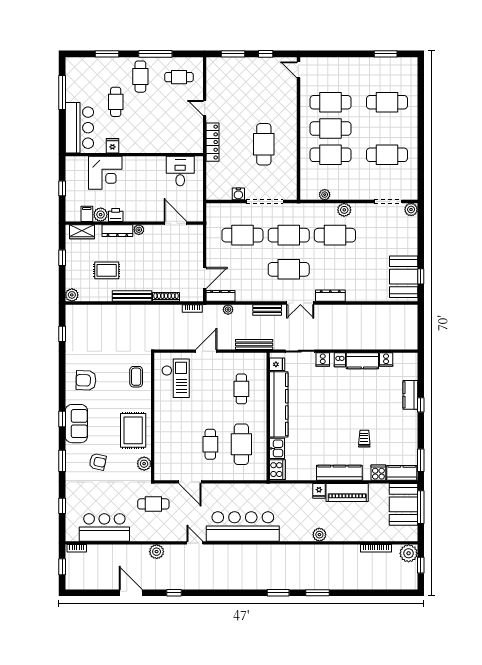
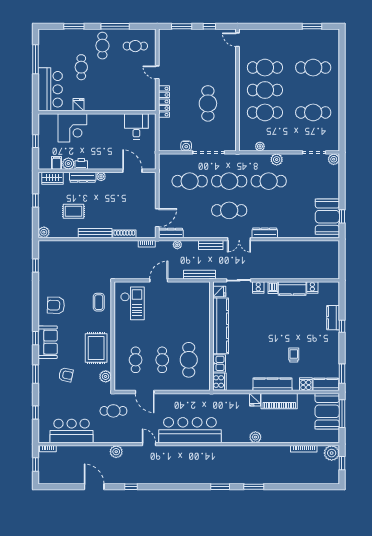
cafe table: (241, 389) -> (136, 360), moved

